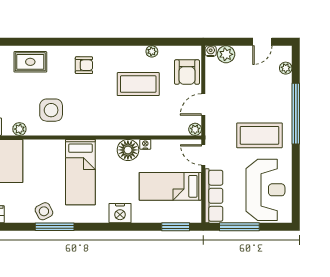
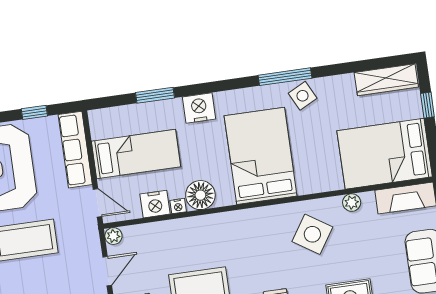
side table: (51, 110) -> (312, 234), turned 33
nightstand: (162, 148) -> (155, 204), added
bed: (80, 172) -> (261, 156), width x1.50
window: (176, 227) -> (155, 95), moved
window: (239, 227) -> (34, 112), width x0.46

